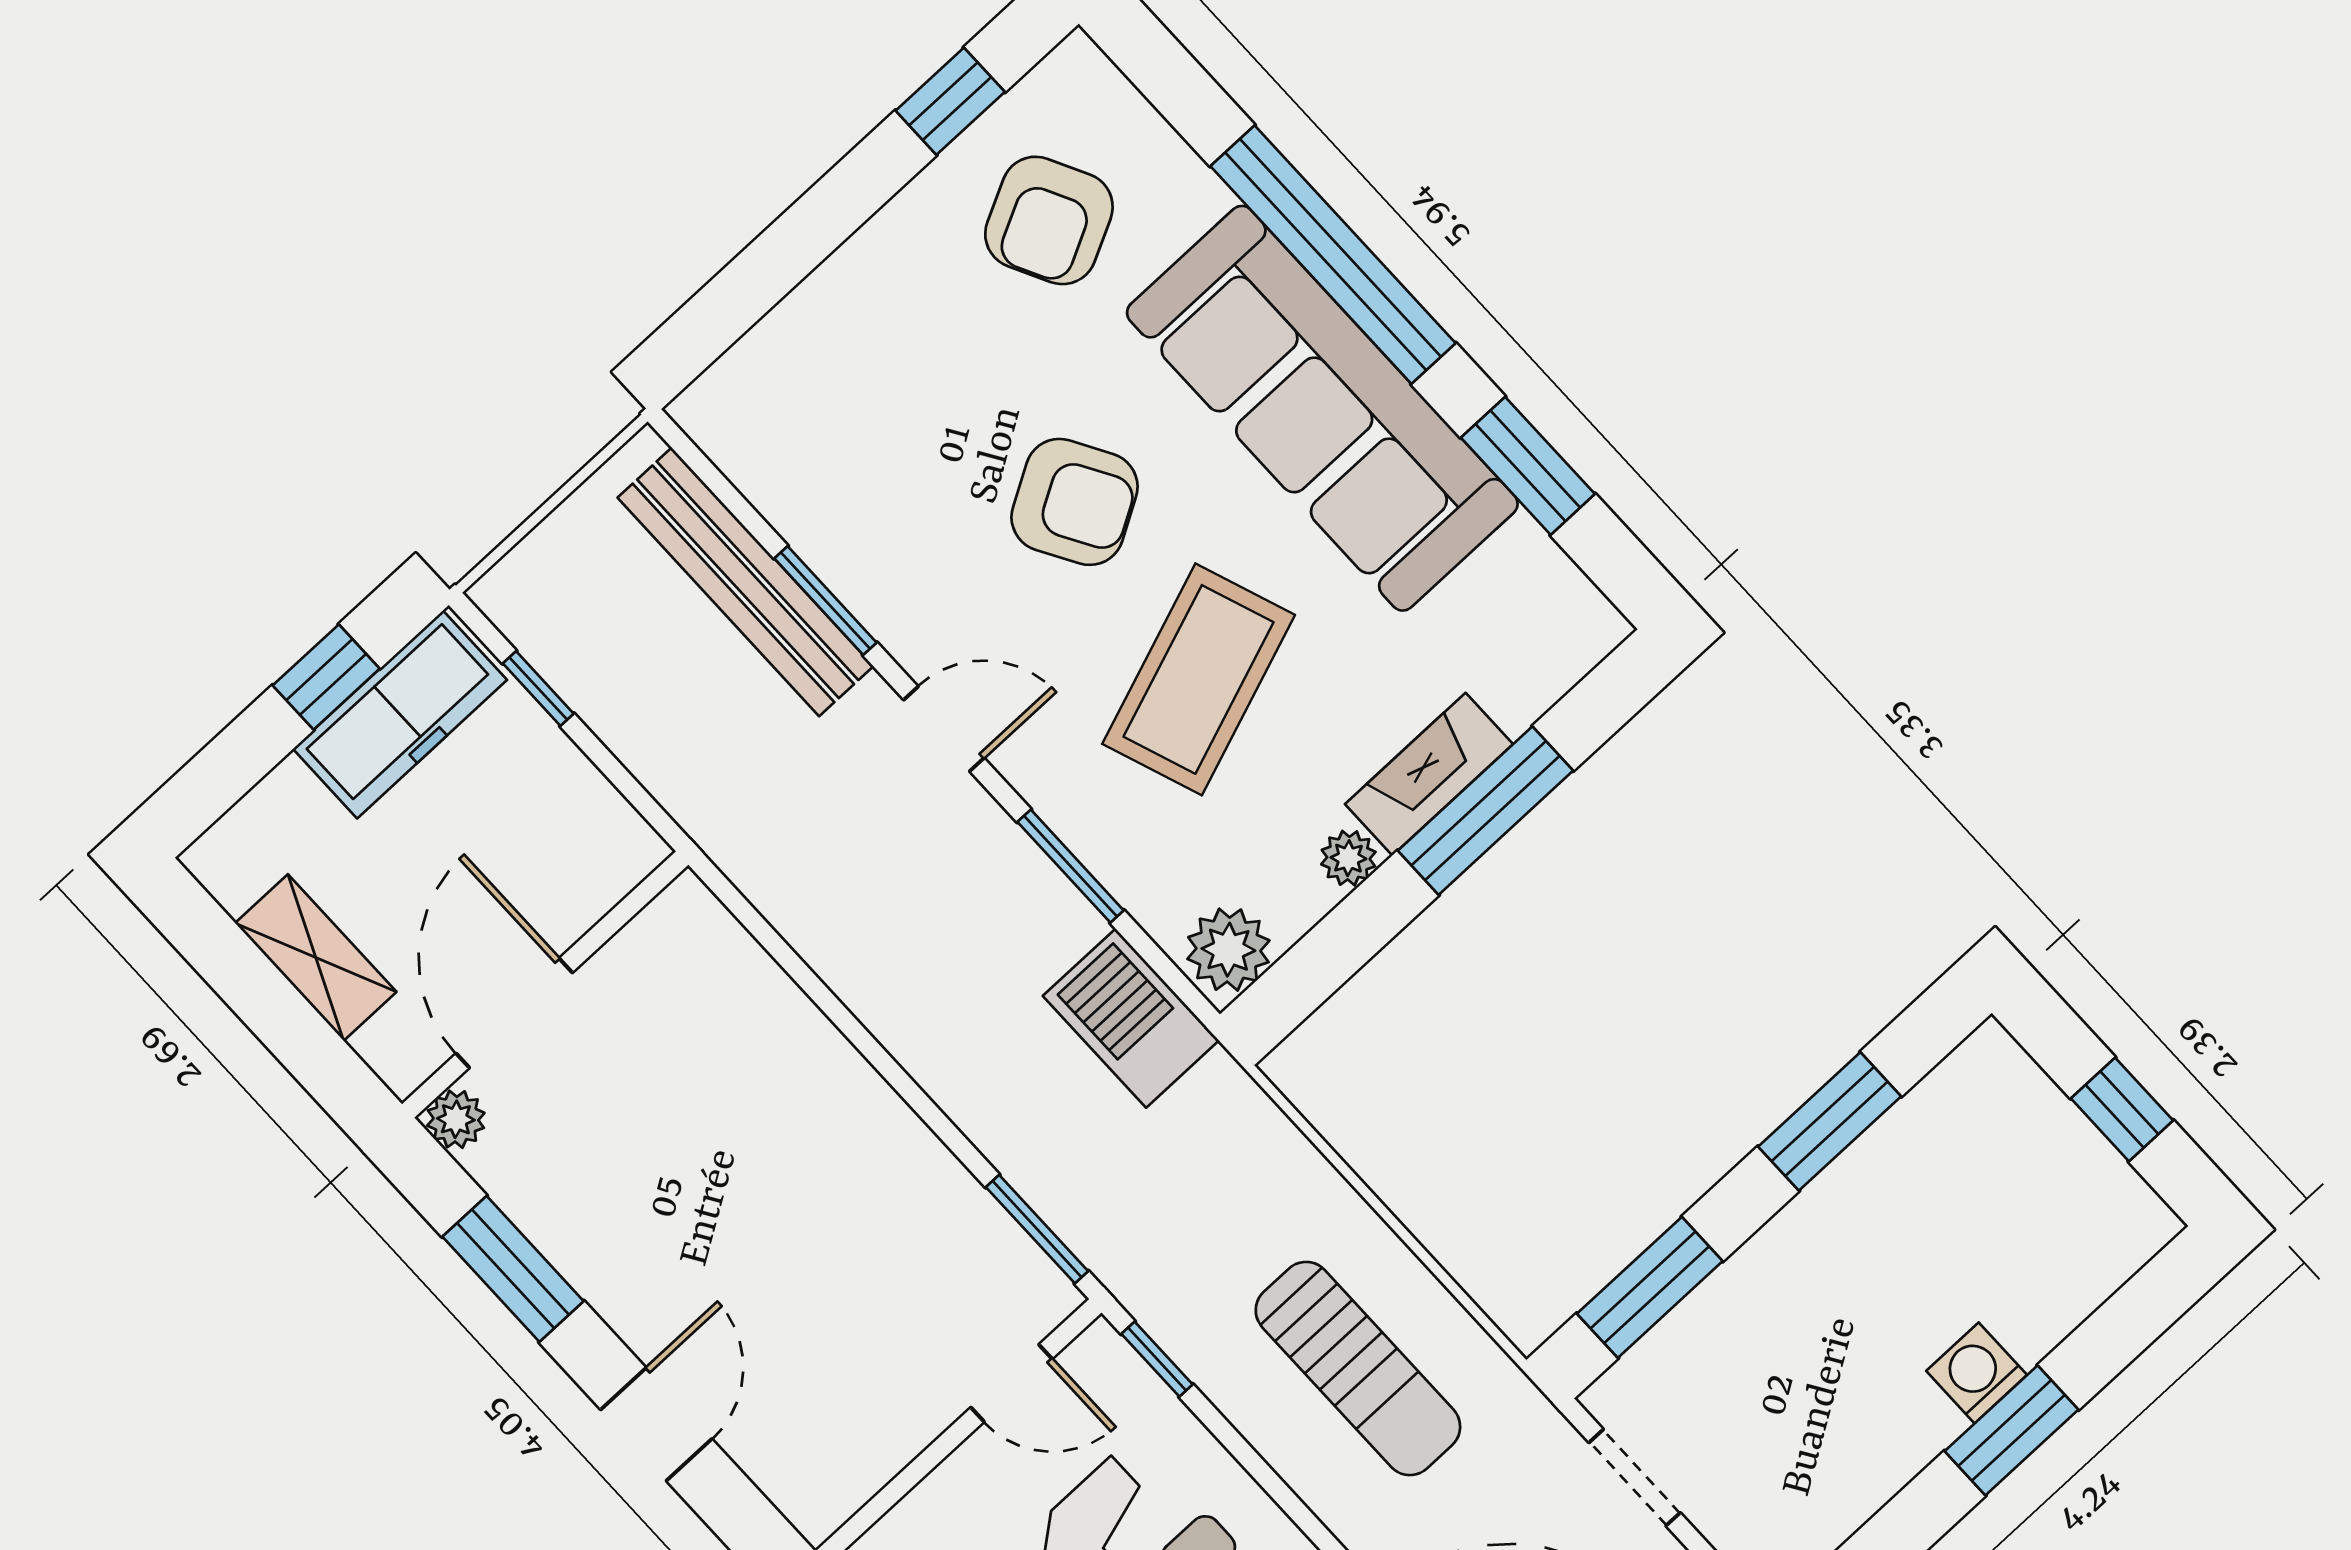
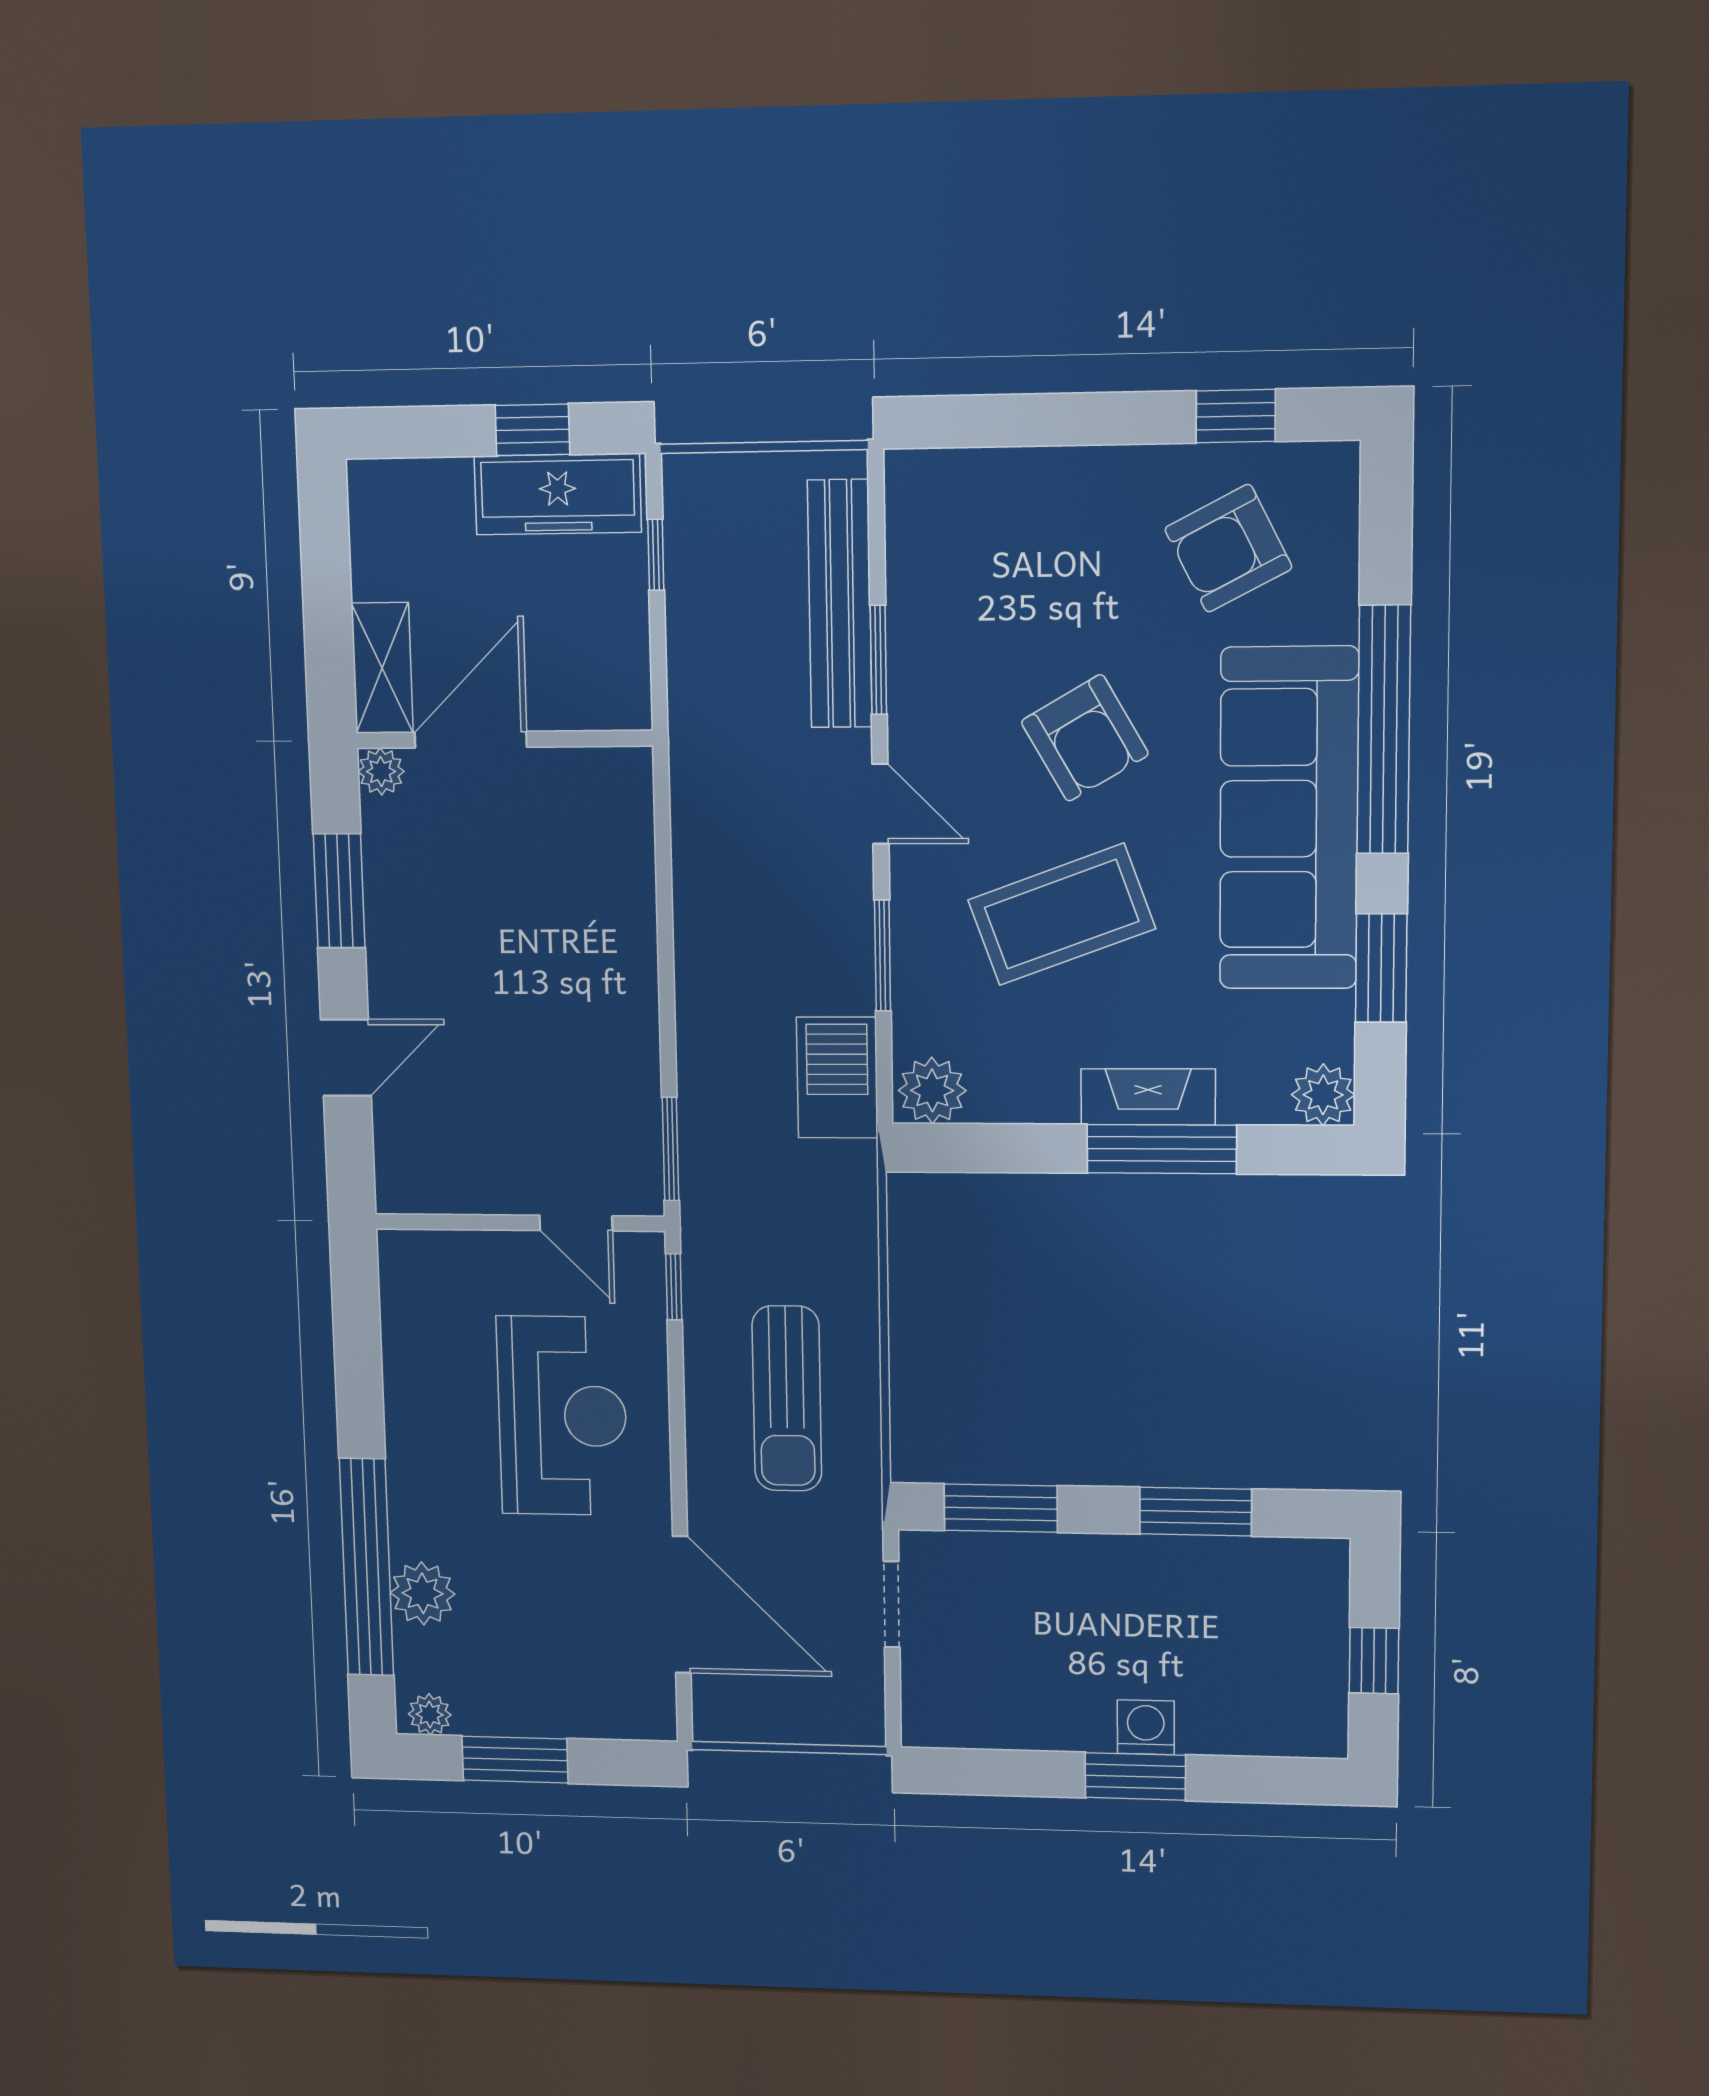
plant: (1348, 858) -> (1323, 1095), moved, width x1.38, depth x1.38
shelving: (316, 957) -> (382, 668), moved

